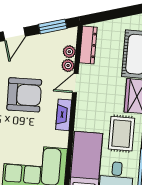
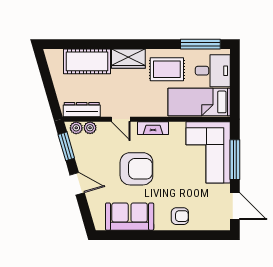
plant: (68, 66) -> (76, 128), moved
armchair: (24, 95) -> (136, 169), turned 91

